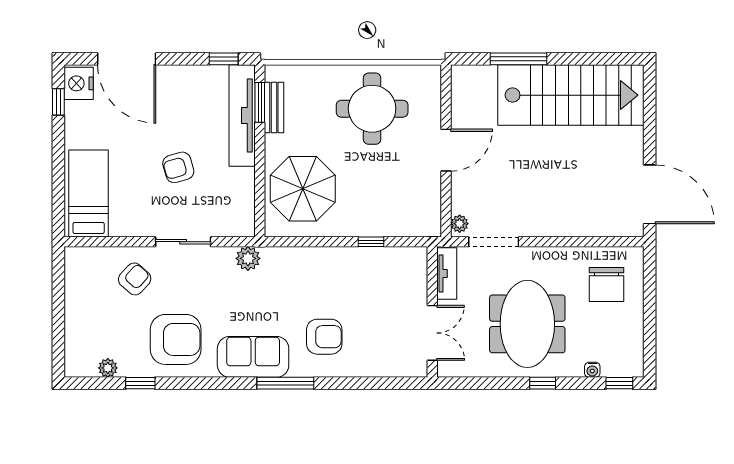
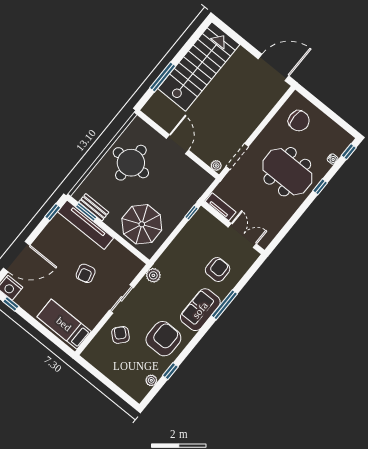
tv unit: (447, 274) -> (221, 207), moved
wall: (432, 312) -> (233, 228), moved
double door: (432, 333) -> (242, 235), moved

